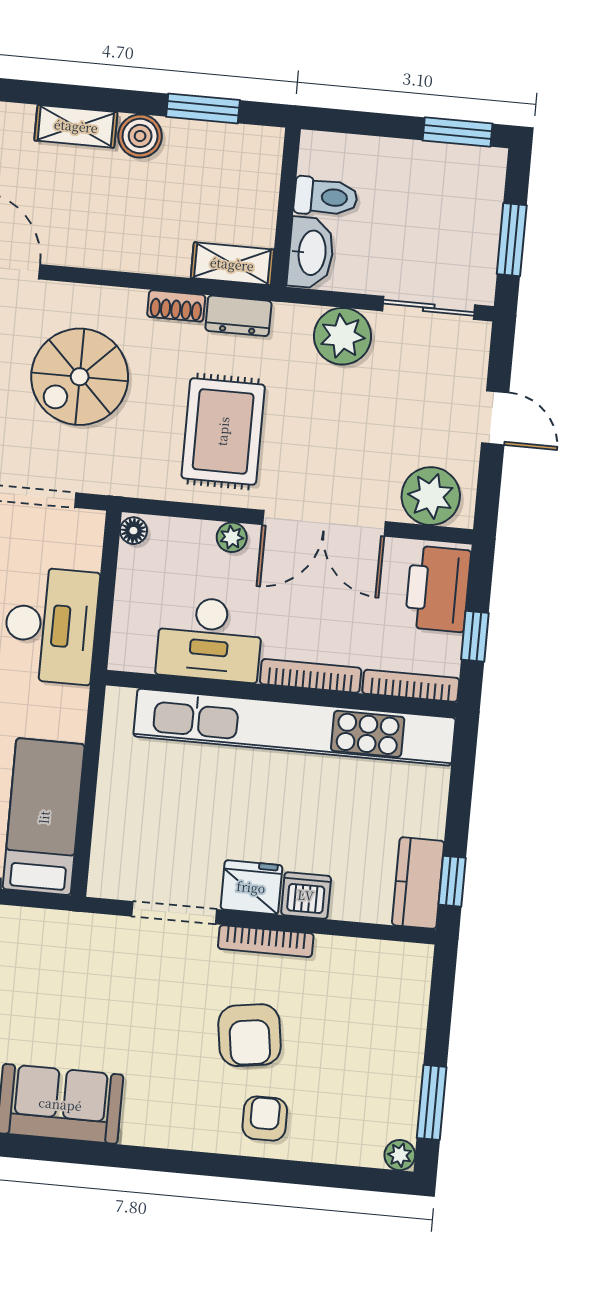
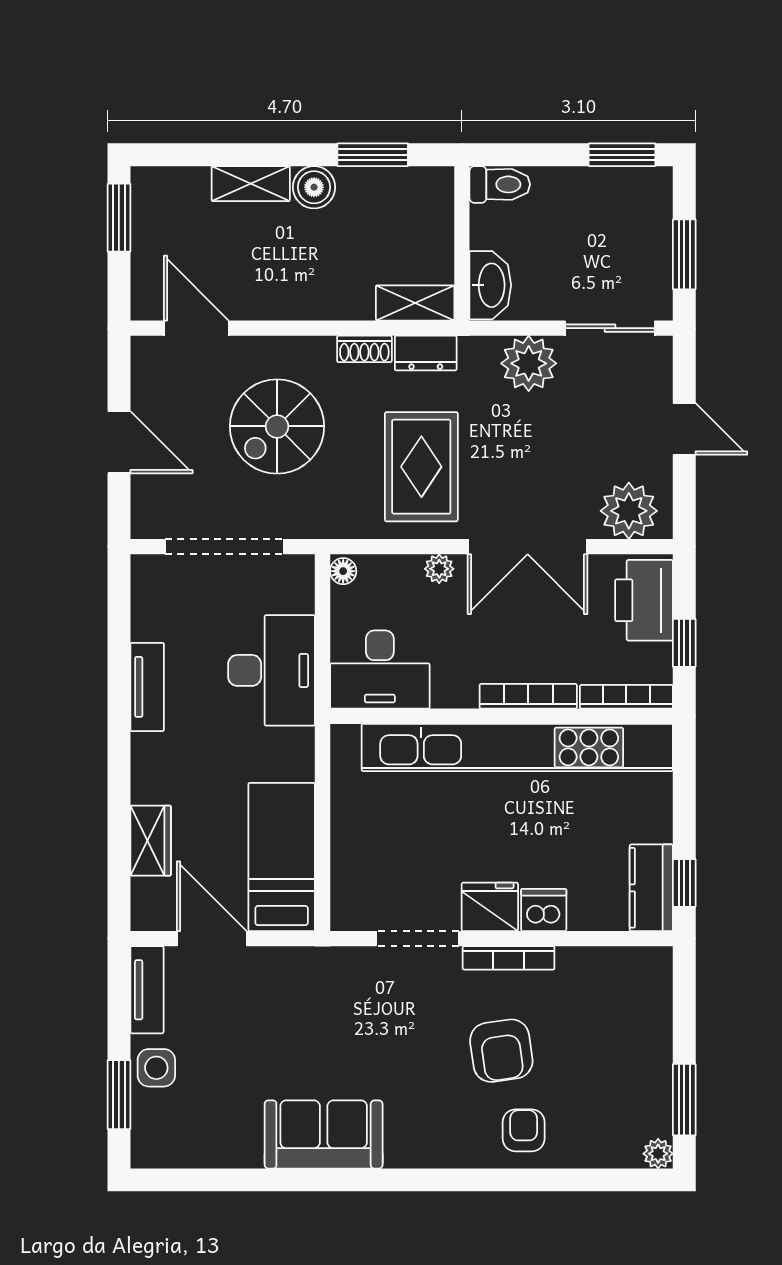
toilet: (326, 197) -> (500, 184), moved
desk: (209, 639) -> (380, 670), moved

